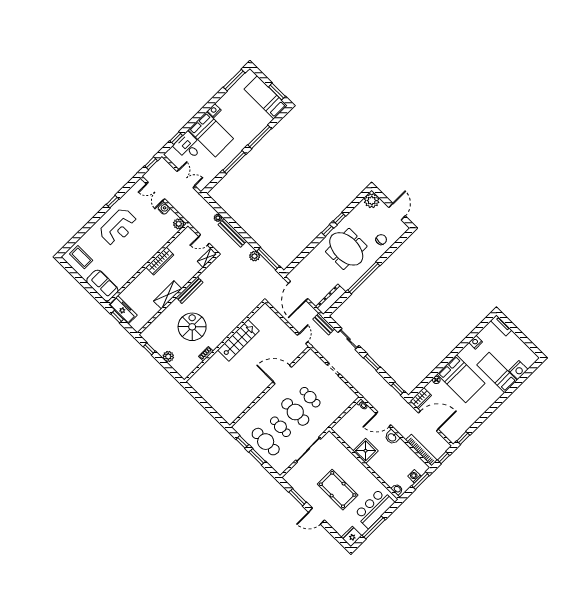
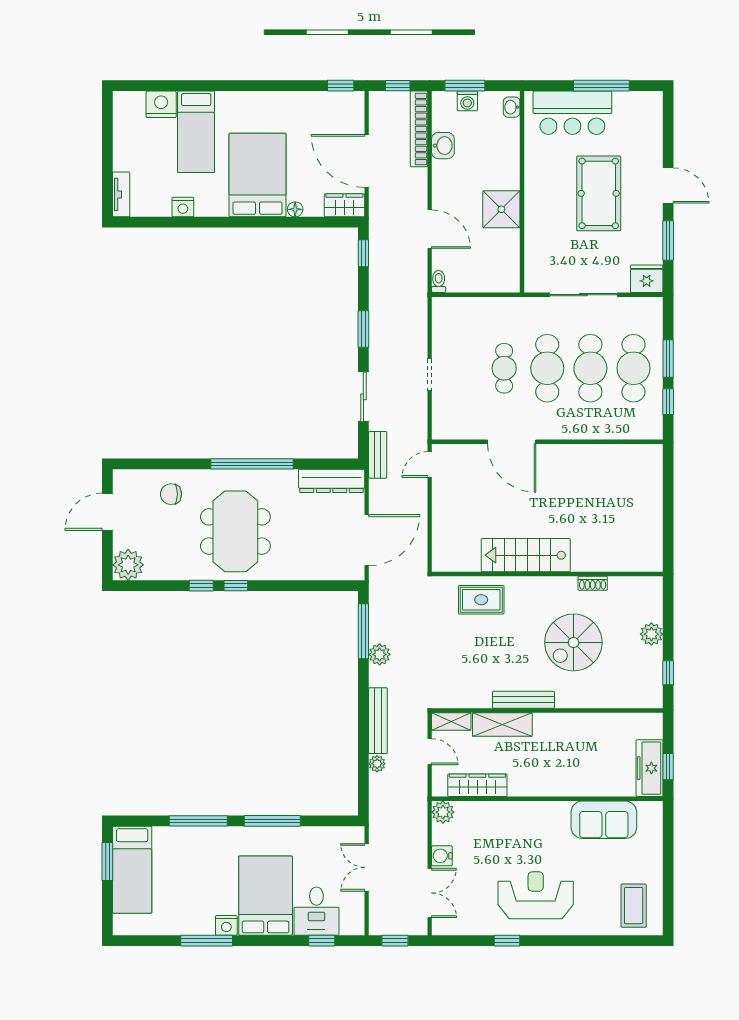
window: (234, 80) -> (207, 941), moved
wardrobe: (160, 261) -> (477, 785), moved
sofa: (102, 285) -> (604, 820), moved, turned -90
shelving: (168, 295) -> (502, 725), moved
rug: (238, 310) -> (481, 600), added
cafe table: (280, 427) -> (590, 368), width x1.37, depth x1.35
washbasin: (392, 437) -> (443, 146), moved
fridge: (352, 536) -> (647, 279), moved, turned 180

